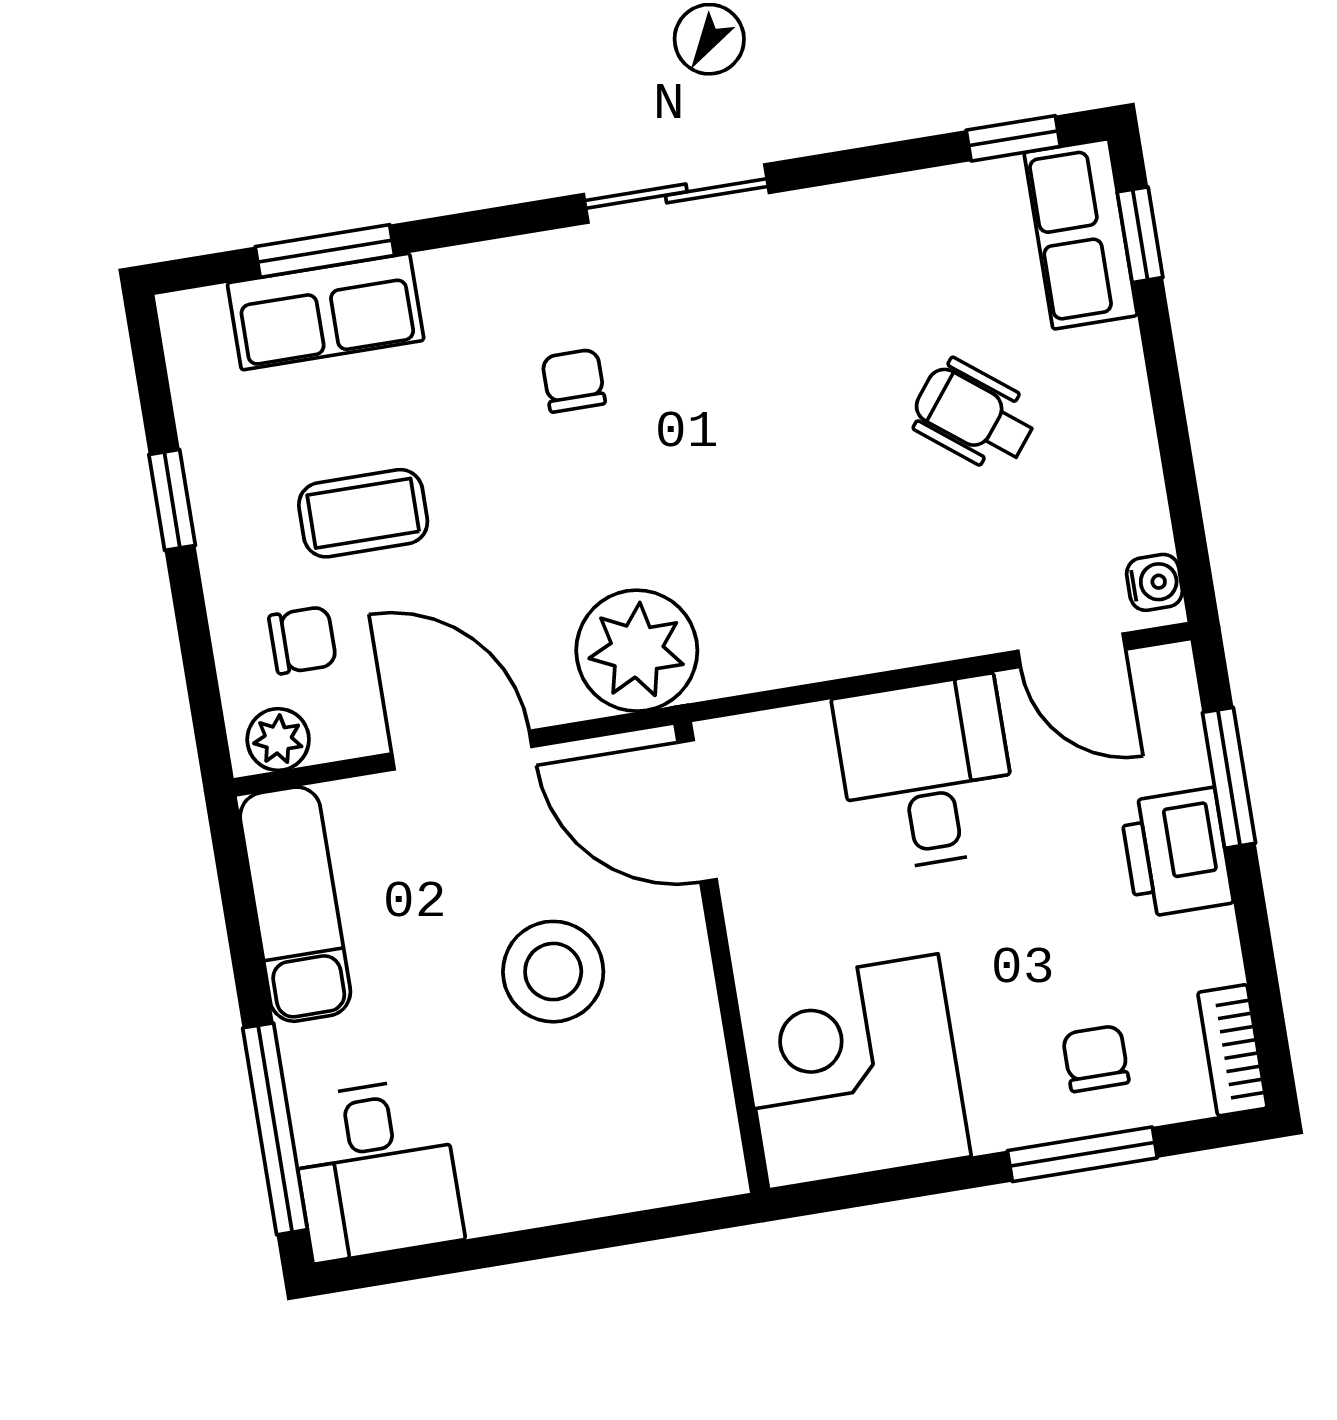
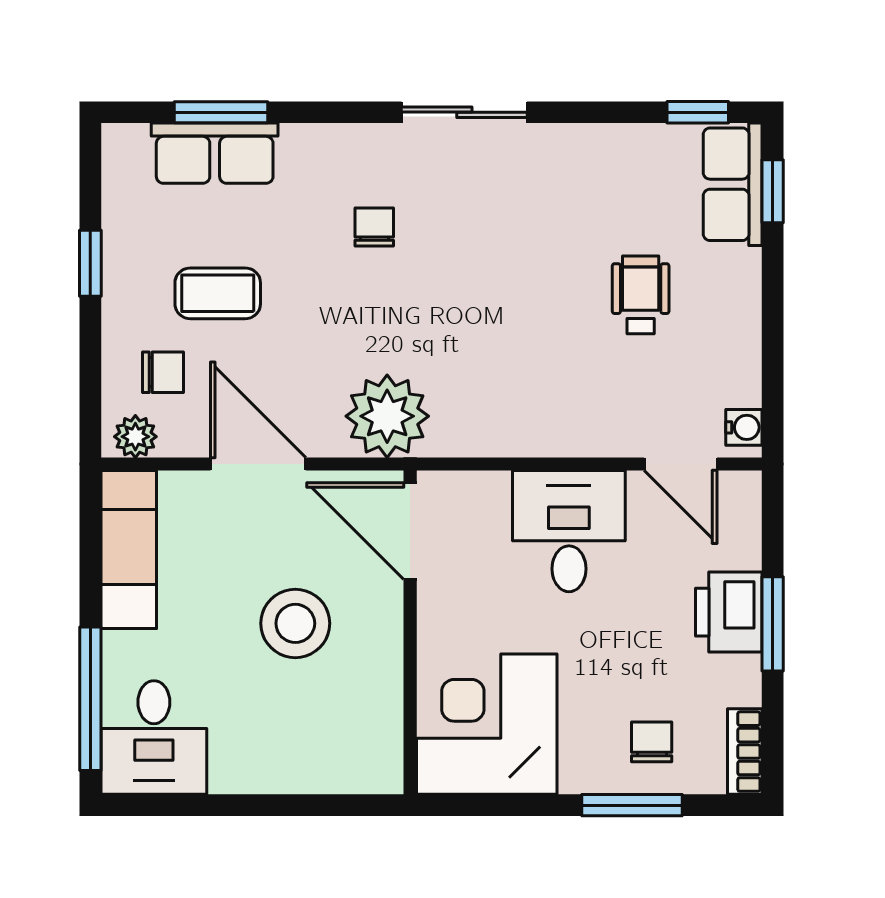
wheelchair: (974, 415) -> (641, 295), turned 52
window: (1229, 778) -> (773, 624), moved

